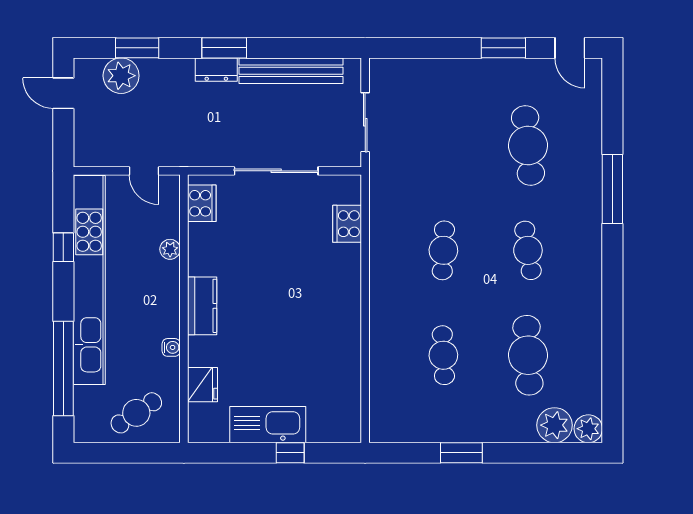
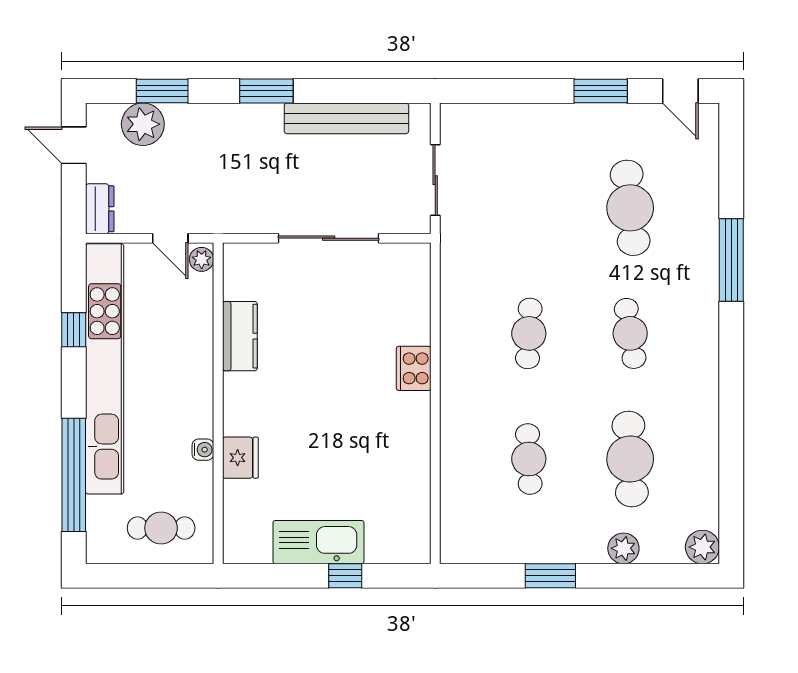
dresser: (216, 70) -> (100, 209), moved, turned -90
cooker: (202, 203) -> (240, 277), removed
cooker: (347, 224) -> (414, 368), moved
plant: (170, 249) -> (202, 259), moved
kitchen counter: (202, 306) -> (240, 336), moved
fridge: (202, 385) -> (240, 458), moved
cafe table: (136, 413) -> (161, 528), turned 34
plant: (555, 425) -> (623, 548), moved, width x0.73, depth x0.73

